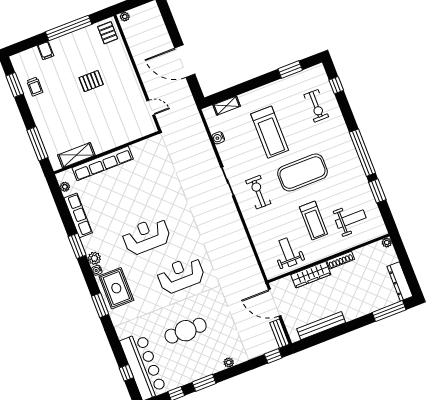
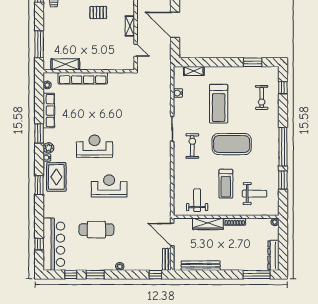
shelving: (133, 82) -> (130, 26), added

